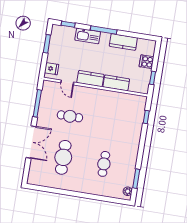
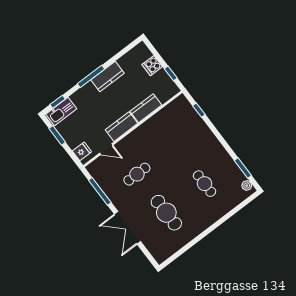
kitchen sink: (88, 36) -> (61, 111), moved
kitchen counter: (123, 42) -> (108, 77), moved
double door: (31, 142) -> (127, 228), swing flipped

